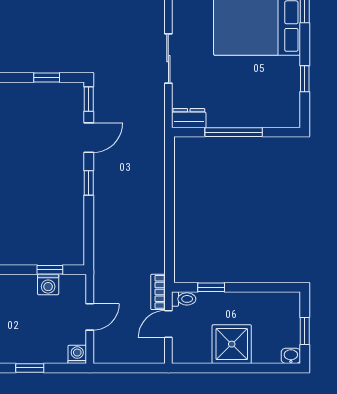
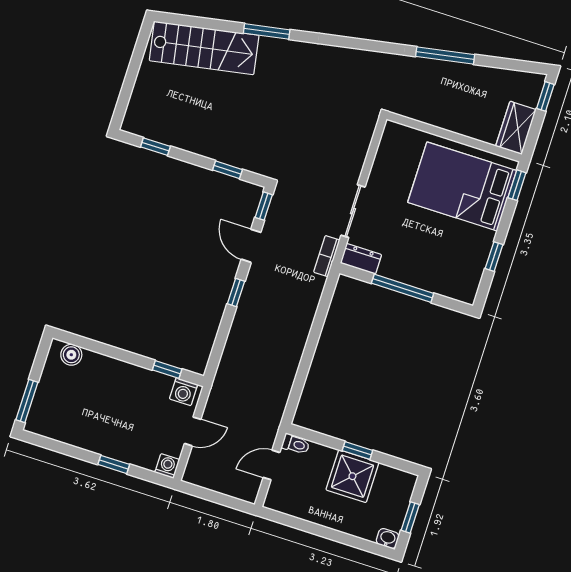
sliding door: (168, 59) -> (353, 211), moved
door: (89, 138) -> (251, 246), swing flipped
washing machine: (48, 285) -> (184, 392), moved
window: (211, 287) -> (357, 451), moved
bookcase: (158, 292) -> (327, 256), moved
shower: (232, 344) -> (352, 476), moved

